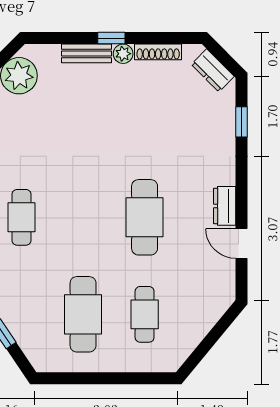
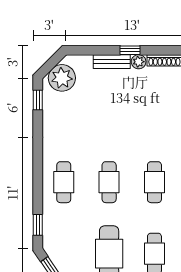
cafe table: (83, 217) -> (109, 182), added
cafe table: (145, 217) -> (154, 182), width x0.73, depth x0.74

